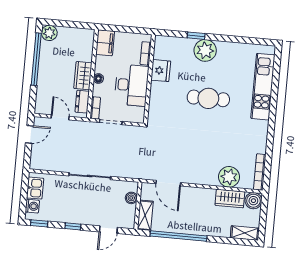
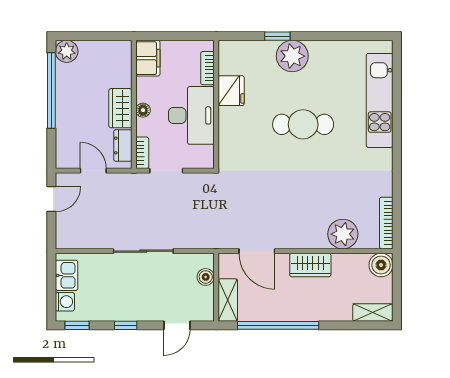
wardrobe: (230, 199) -> (310, 265), moved

